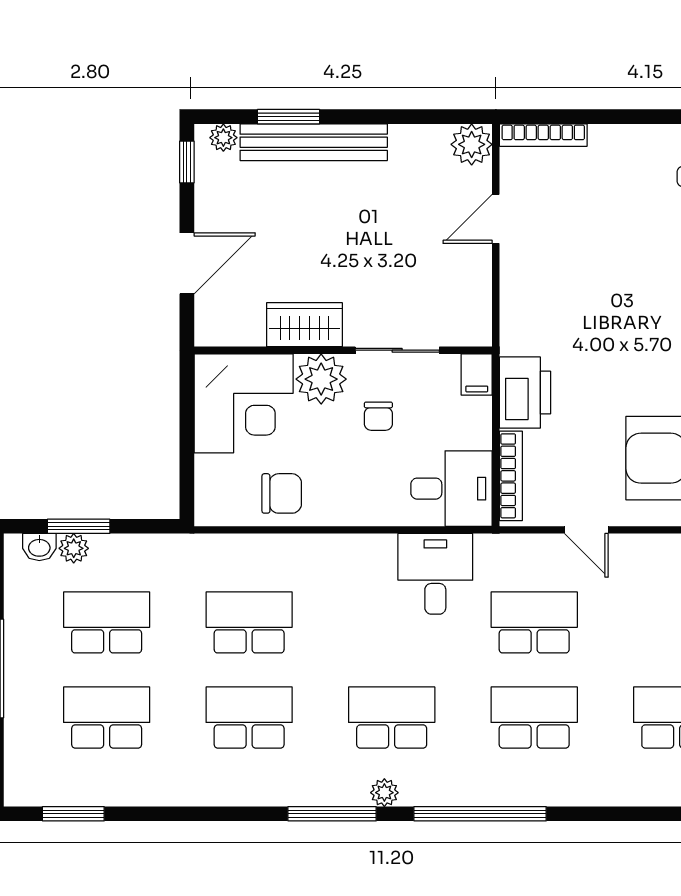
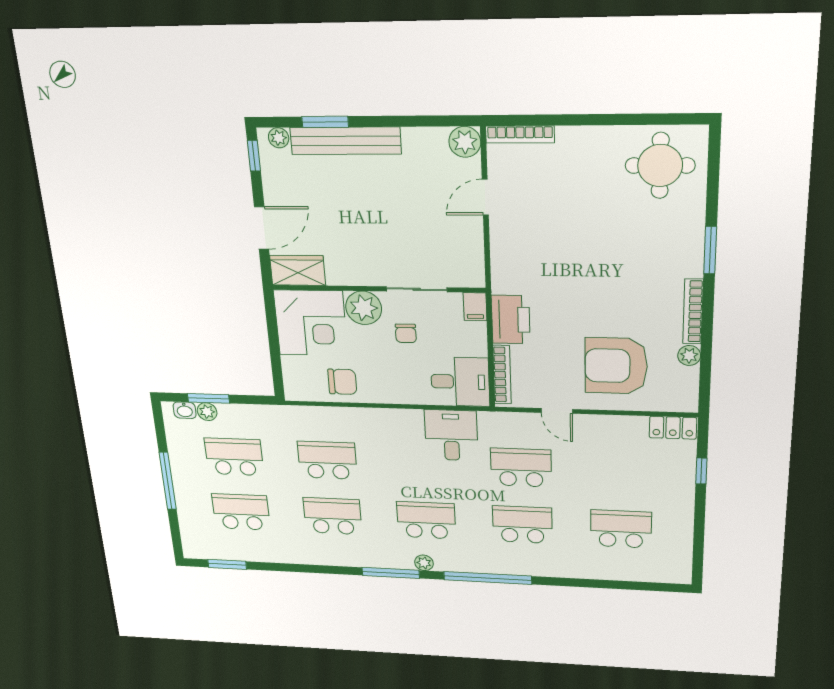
wardrobe: (304, 325) -> (298, 270), moved

